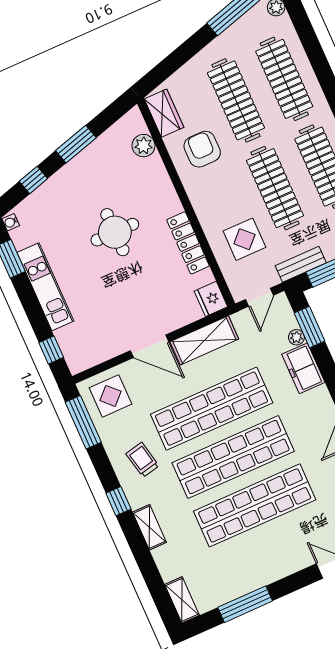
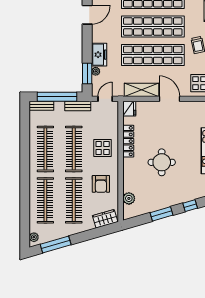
wardrobe: (164, 113) -> (105, 219), moved, turned 74
display table: (244, 239) -> (103, 148), moved

